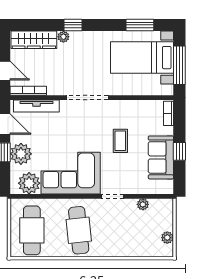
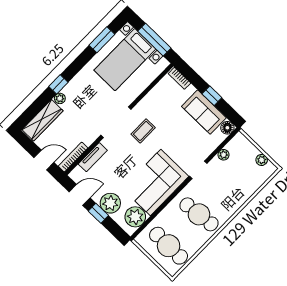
tv unit: (36, 106) -> (93, 157), width x0.71
coffee table: (120, 141) -> (143, 131), moved, turned 90
floor lamp: (166, 187) -> (227, 128), added

